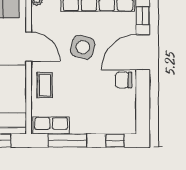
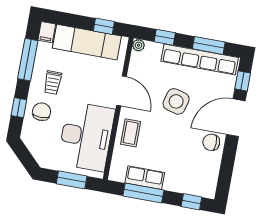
row of seats: (51, 126) -> (145, 178), moved

